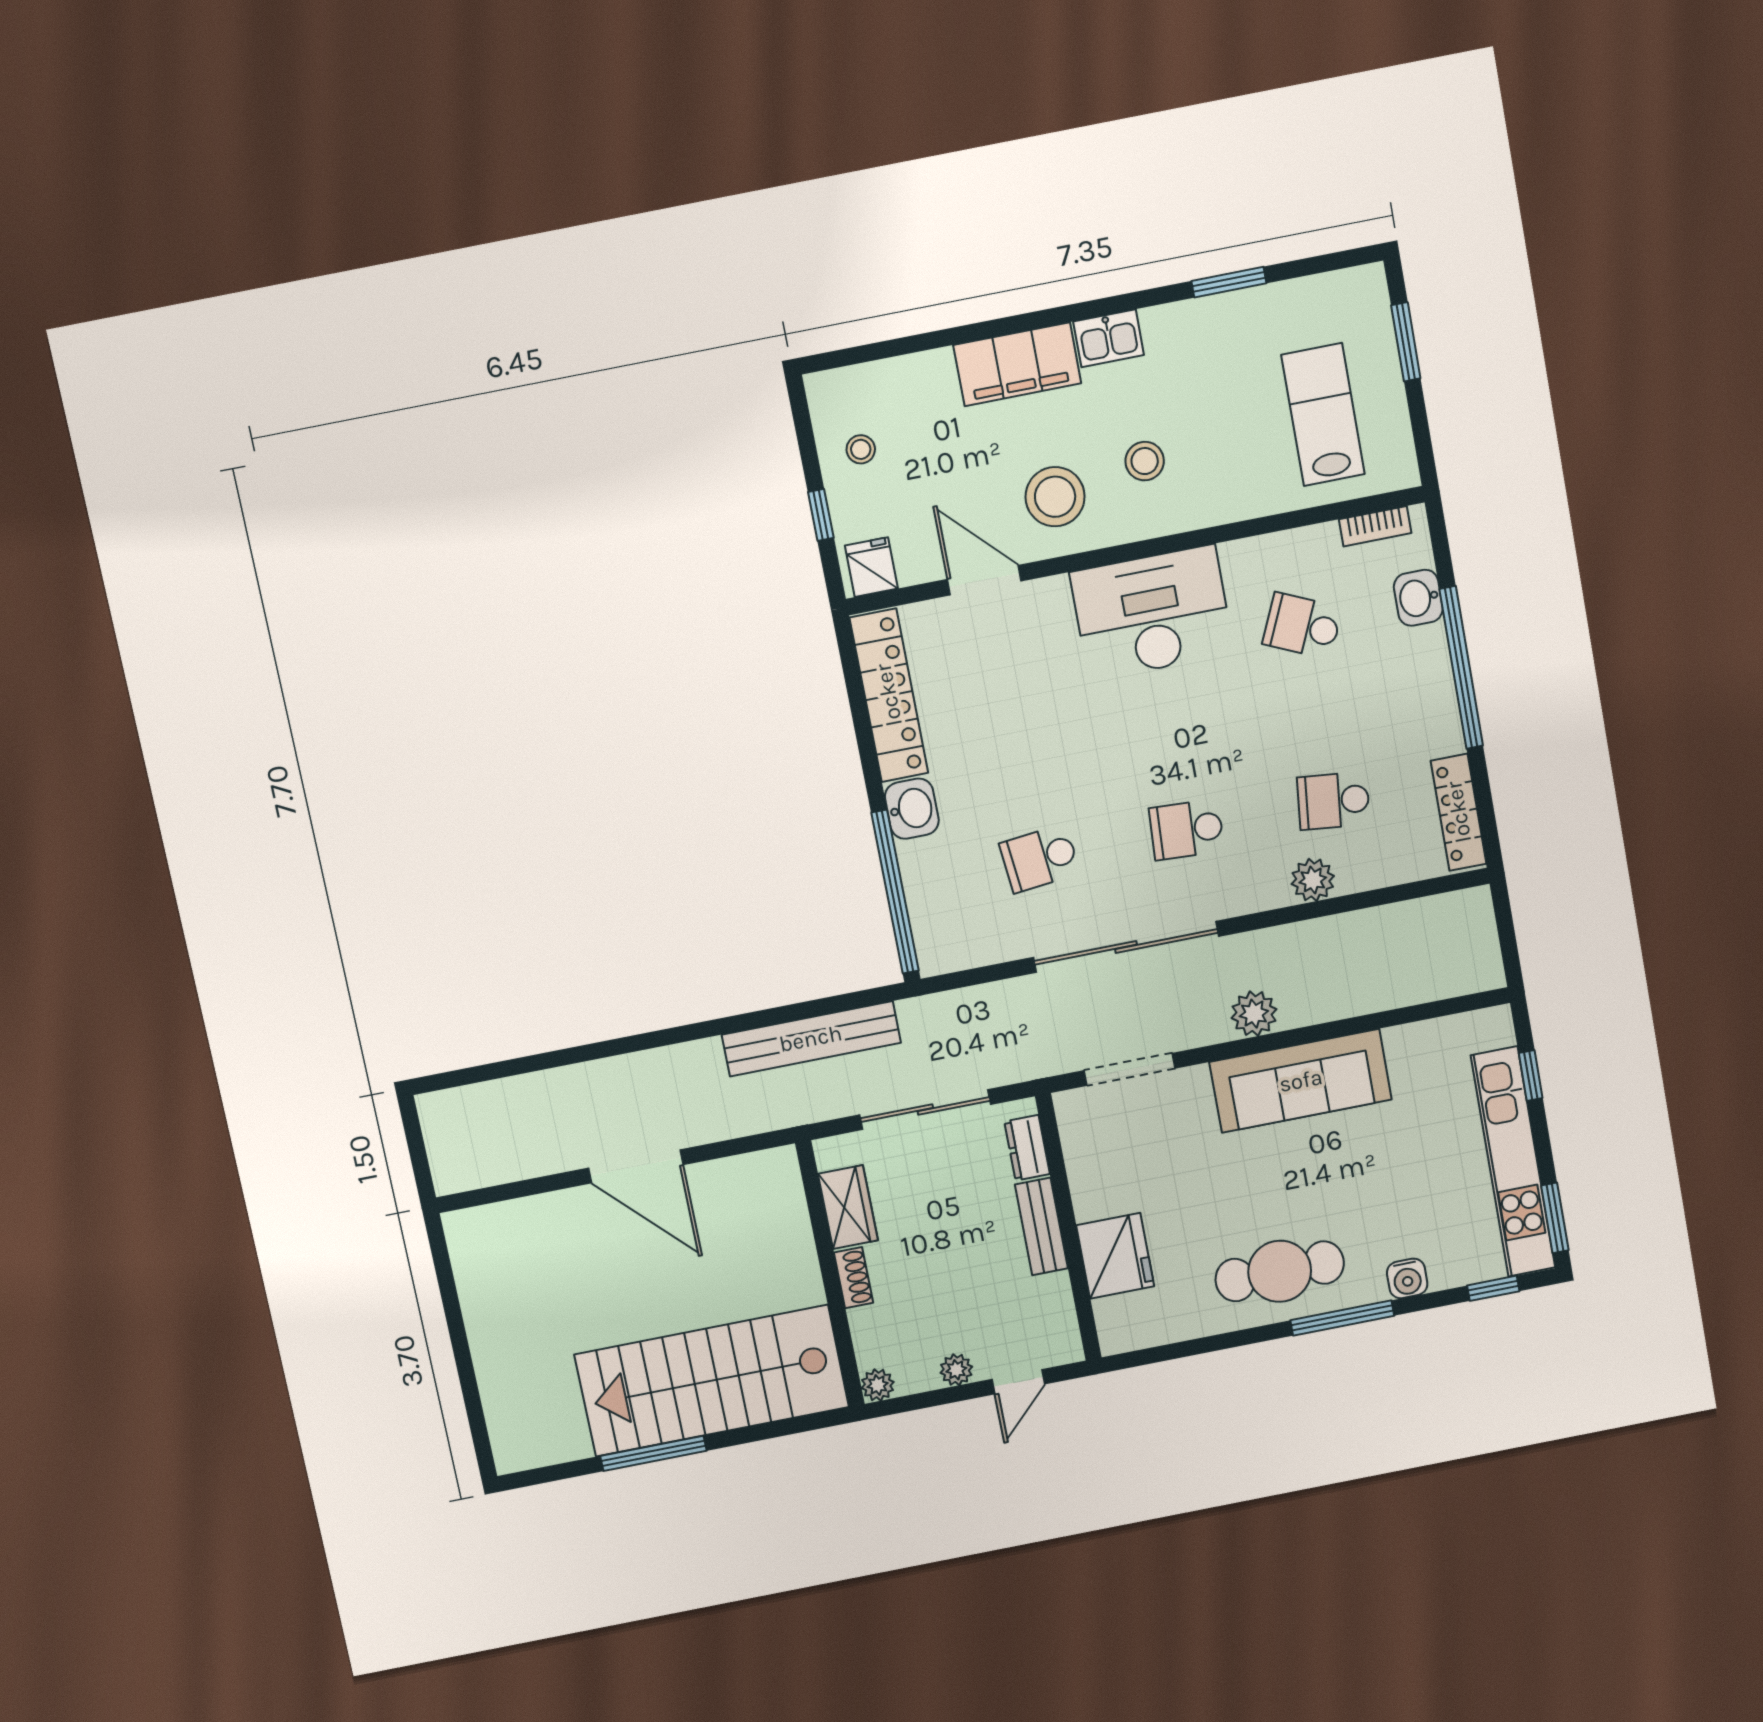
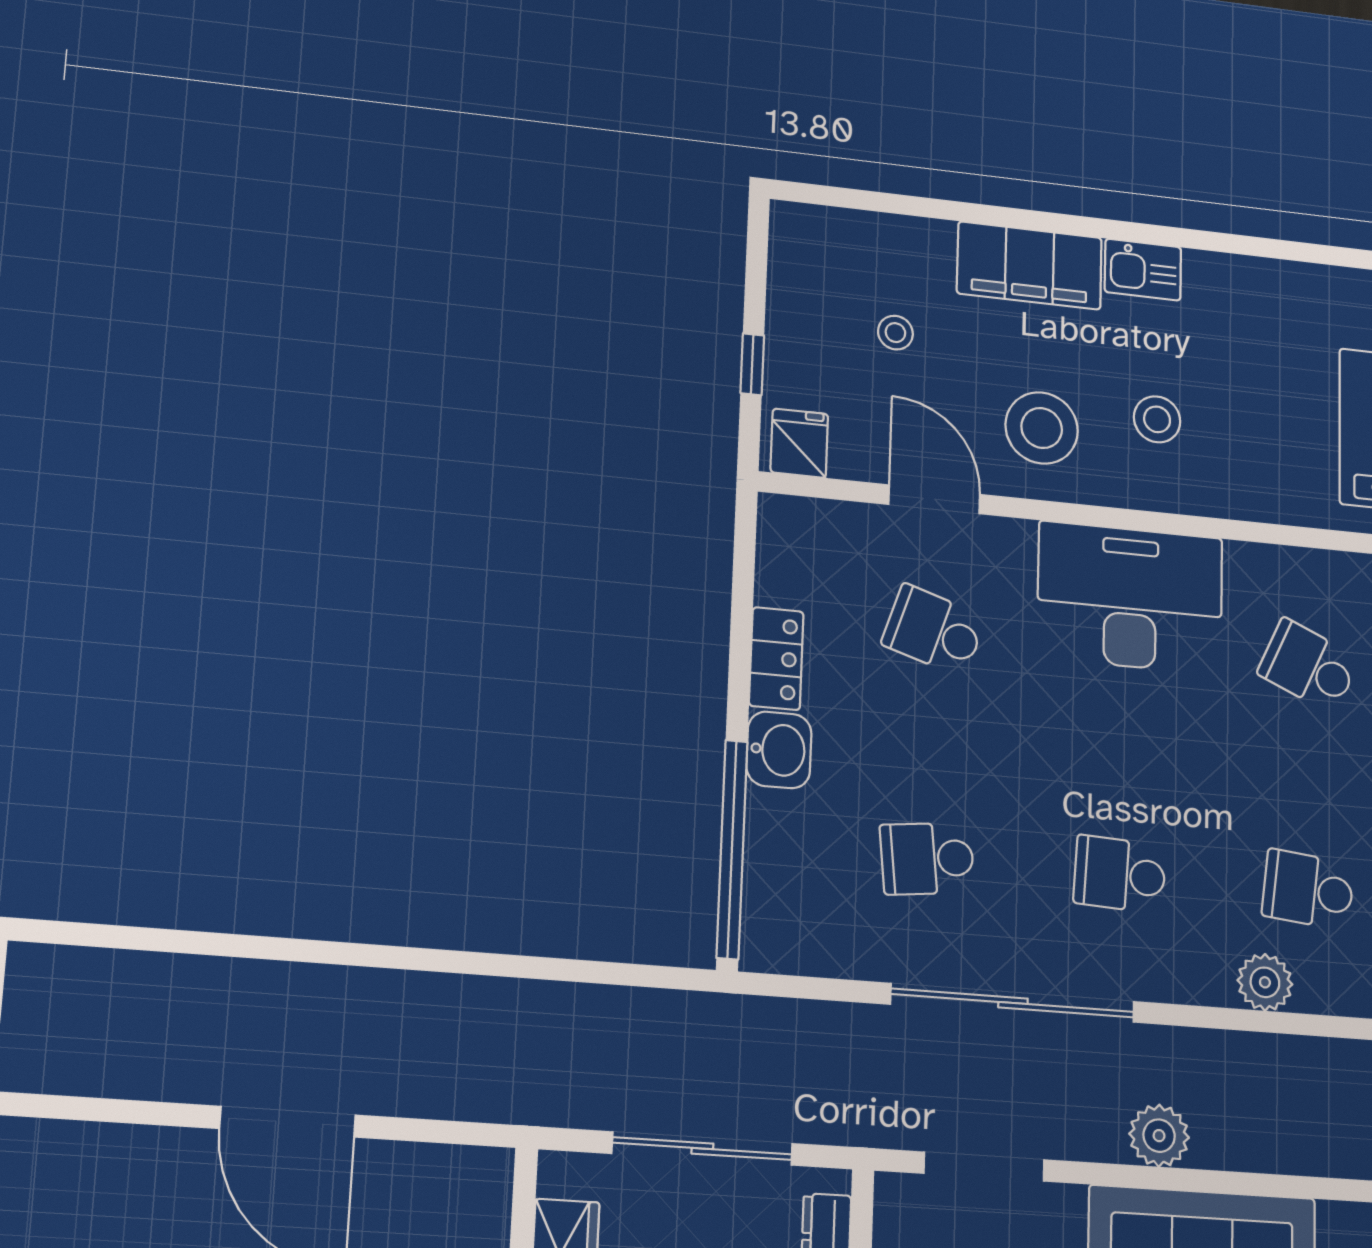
window: (1229, 282) -> (1294, 251), removed
stool: (861, 449) -> (895, 333), moved
school desk: (1007, 684) -> (934, 631), added
locker: (889, 695) -> (776, 659), width x0.46, depth x0.83
bench: (811, 1039) -> (574, 1012), removed

